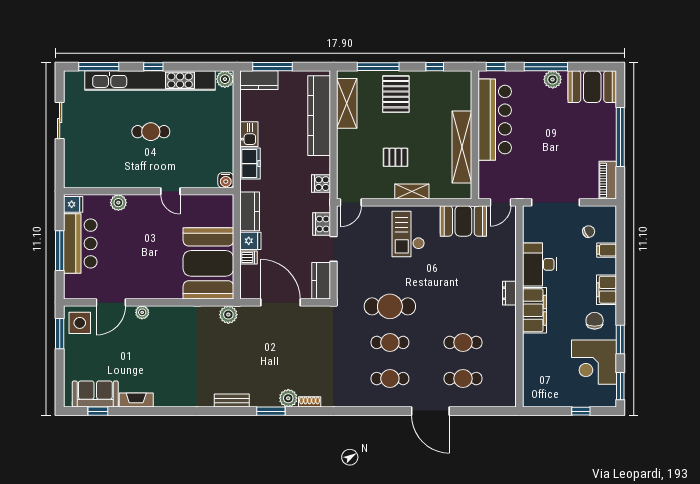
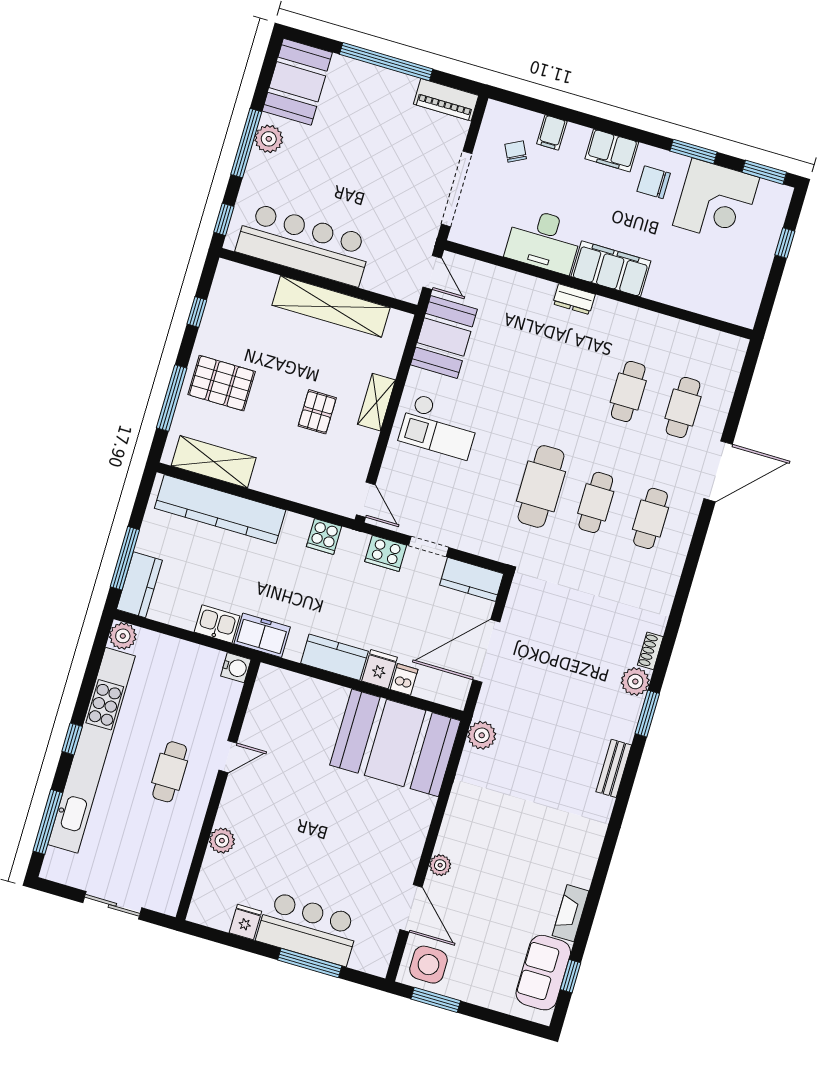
water cooler: (226, 180) -> (236, 668), moved
wall: (149, 191) -> (218, 790), moved
door: (170, 191) -> (228, 757), moved
plant: (118, 203) -> (222, 841), moved

